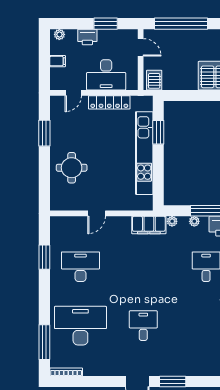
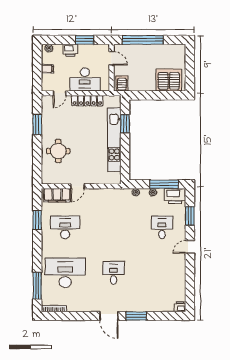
filing cabinet: (149, 225) -> (57, 195), moved

